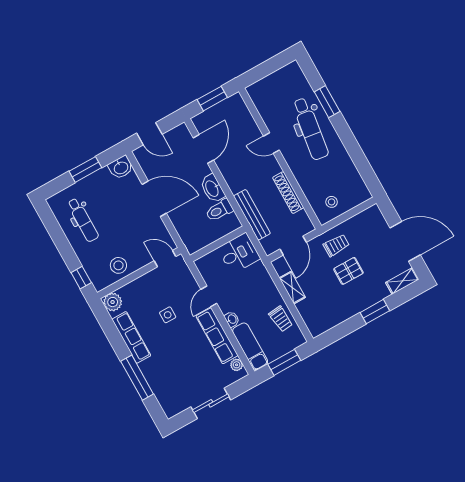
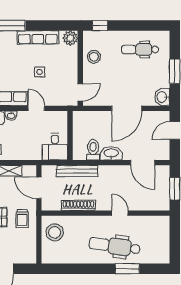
door: (271, 143) -> (120, 213), hinge flipped
stool: (332, 202) -> (55, 232), width x1.89, depth x1.89

